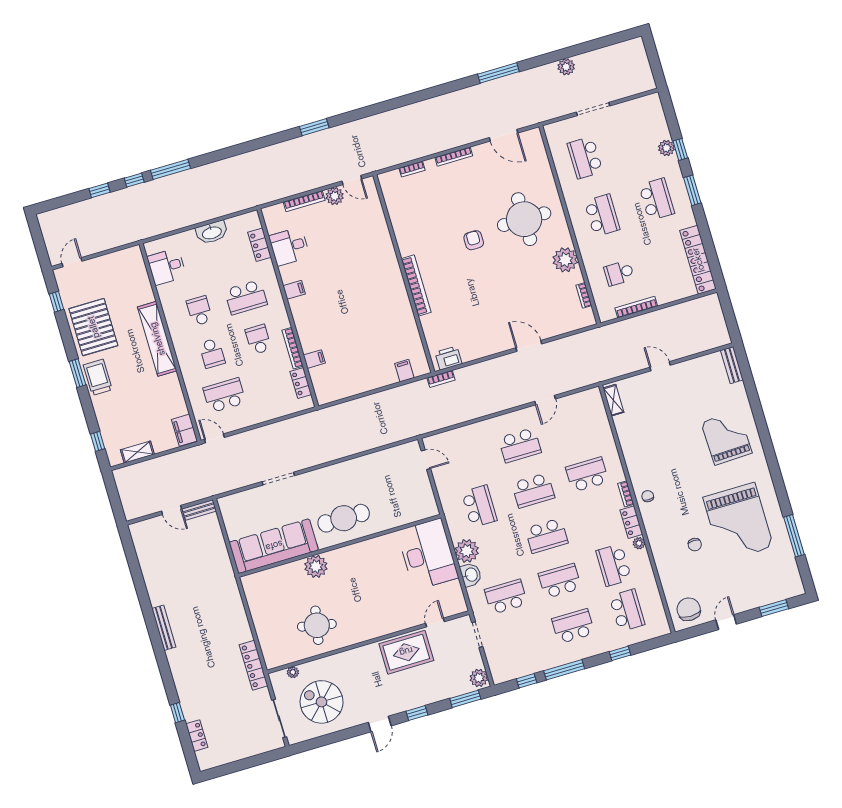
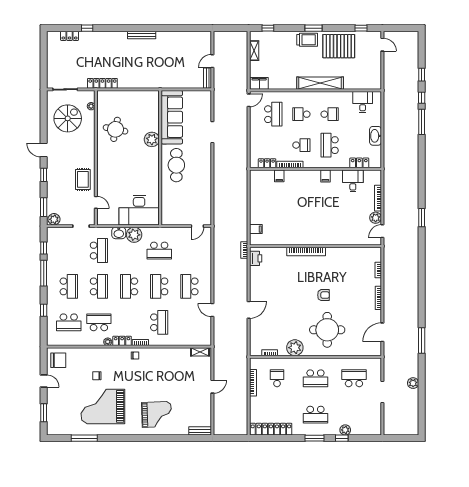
rug: (406, 652) -> (83, 179), width x0.73, depth x0.70

